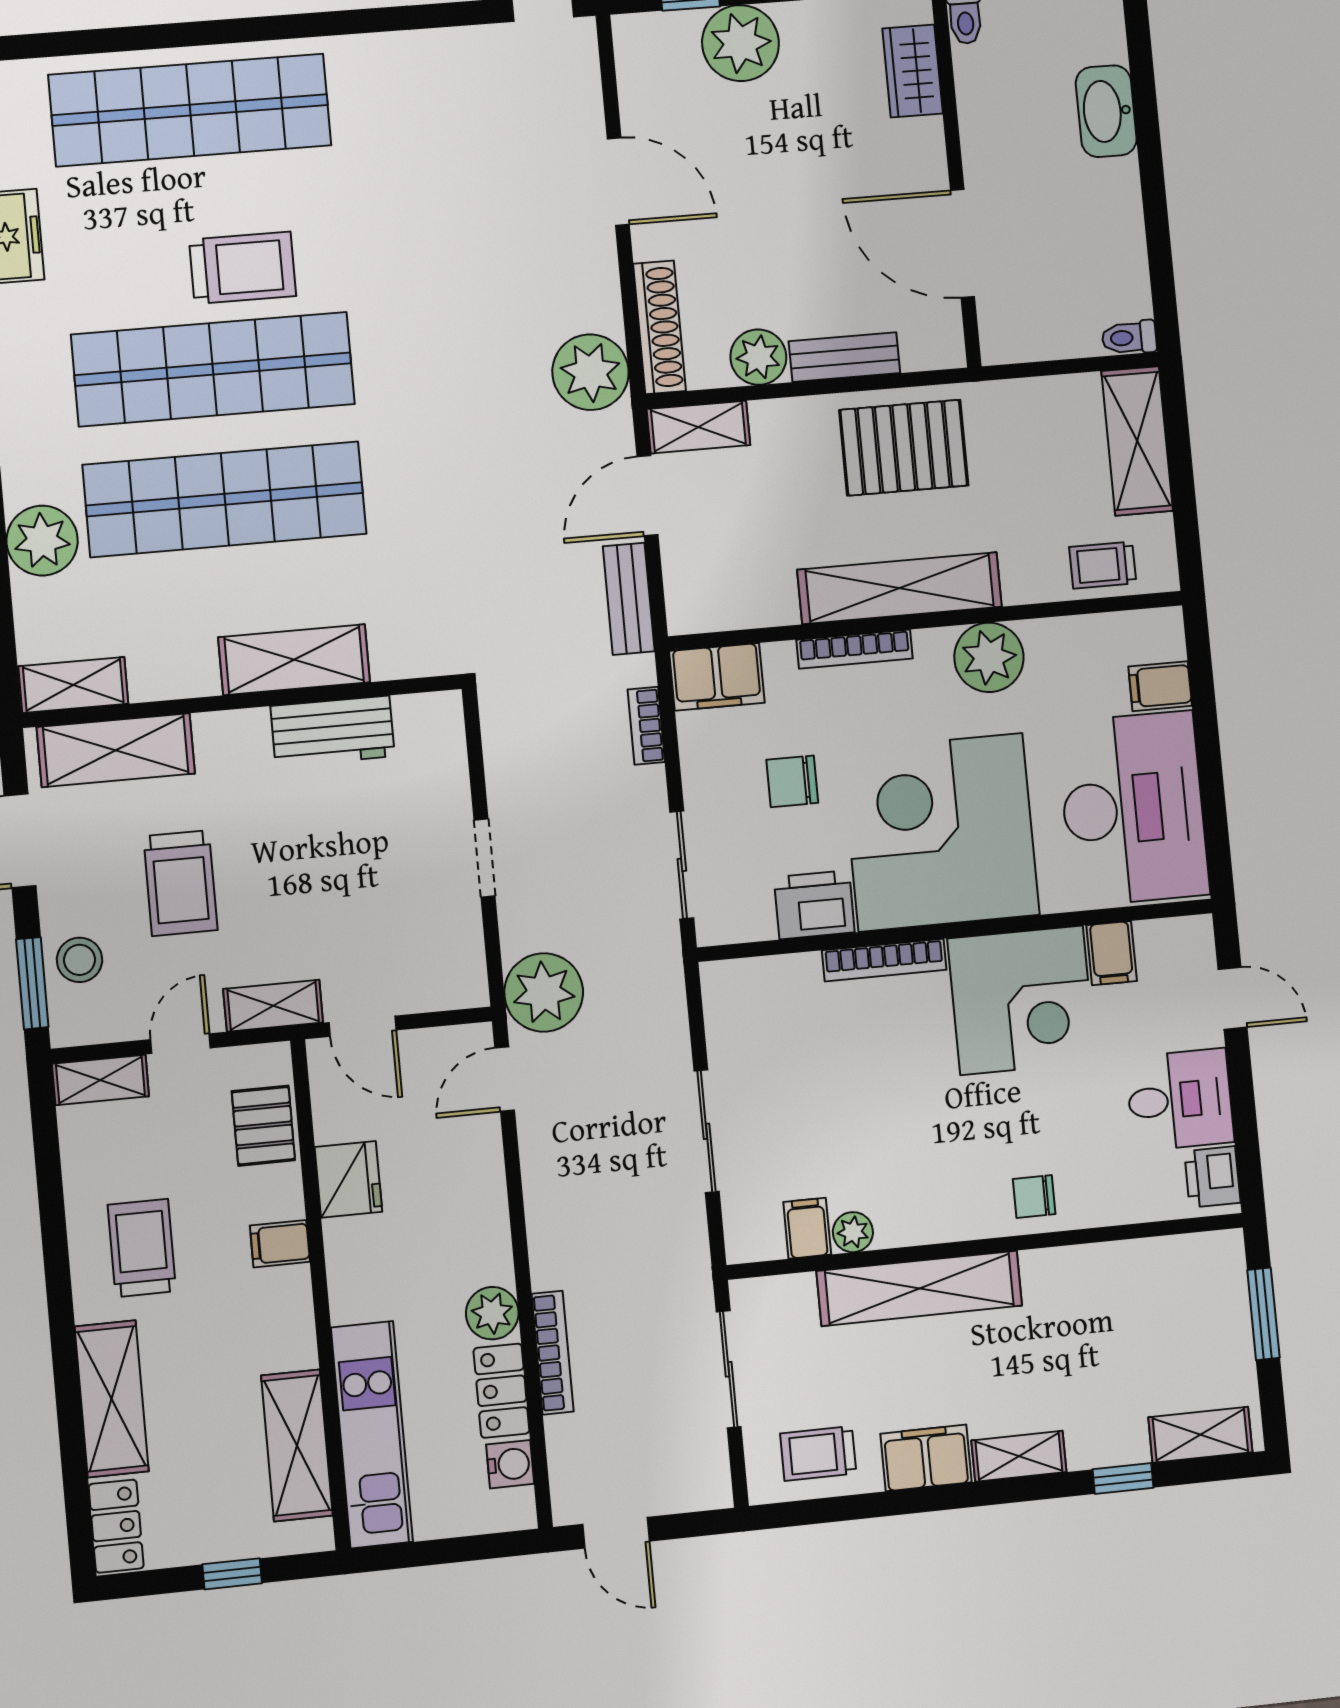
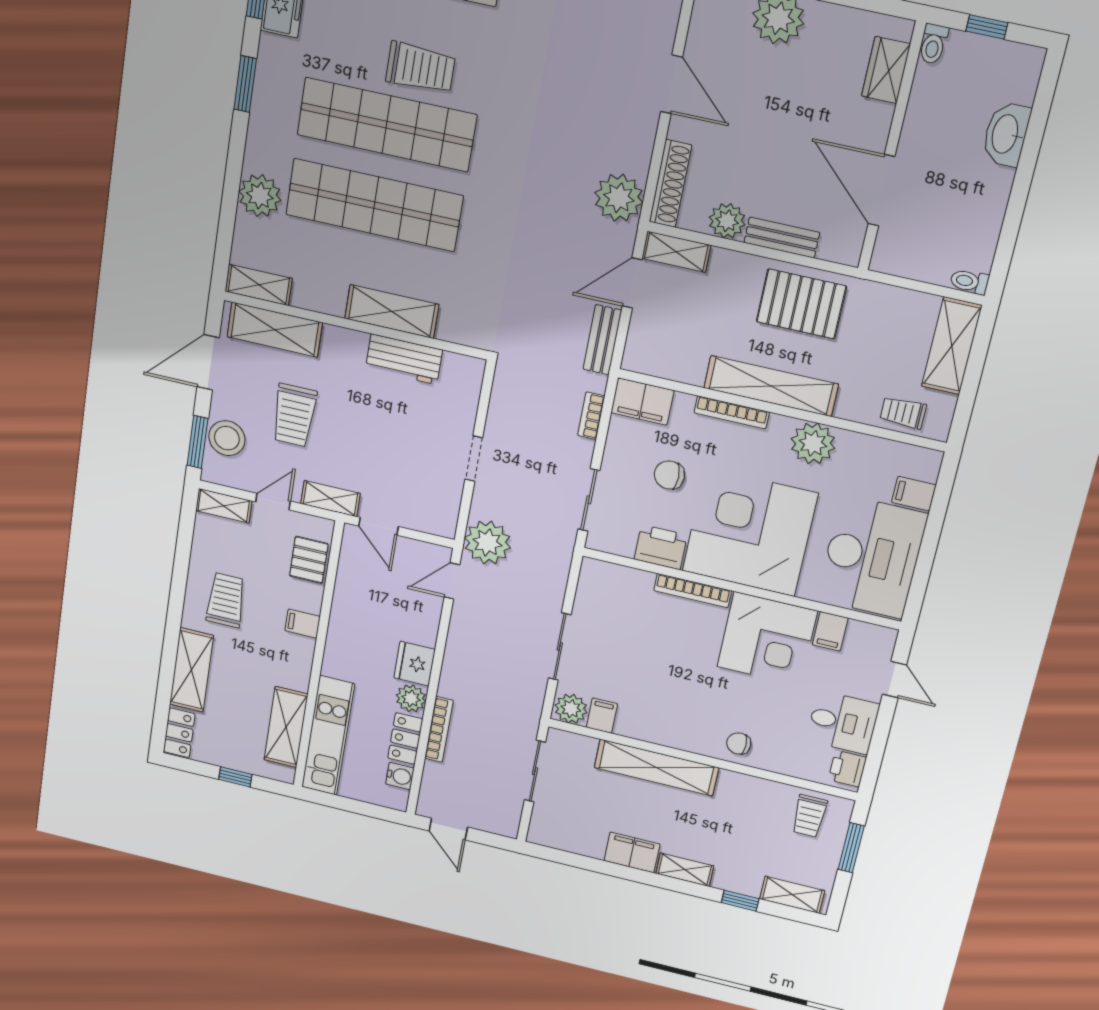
stool: (80, 960) -> (227, 438), width x1.38, depth x1.38
fridge: (348, 1179) -> (414, 664), moved, turned 180
plant: (853, 1232) -> (571, 709), moved, width x1.38, depth x1.38
trolley: (818, 1453) -> (809, 816), moved, turned -90

